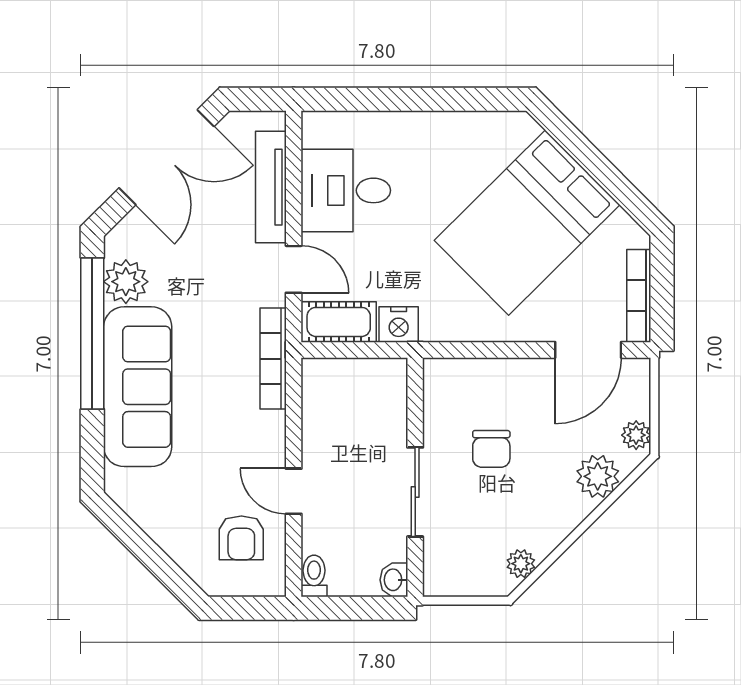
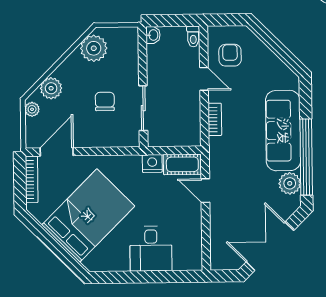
tv unit: (271, 187) -> (217, 232), removed
desk: (346, 190) -> (151, 249), moved, turned 90
bookcase: (273, 359) -> (215, 119), moved, width x0.64
sliding door: (415, 492) -> (143, 108), moved
plant: (521, 564) -> (94, 48), width x1.87, depth x1.87

